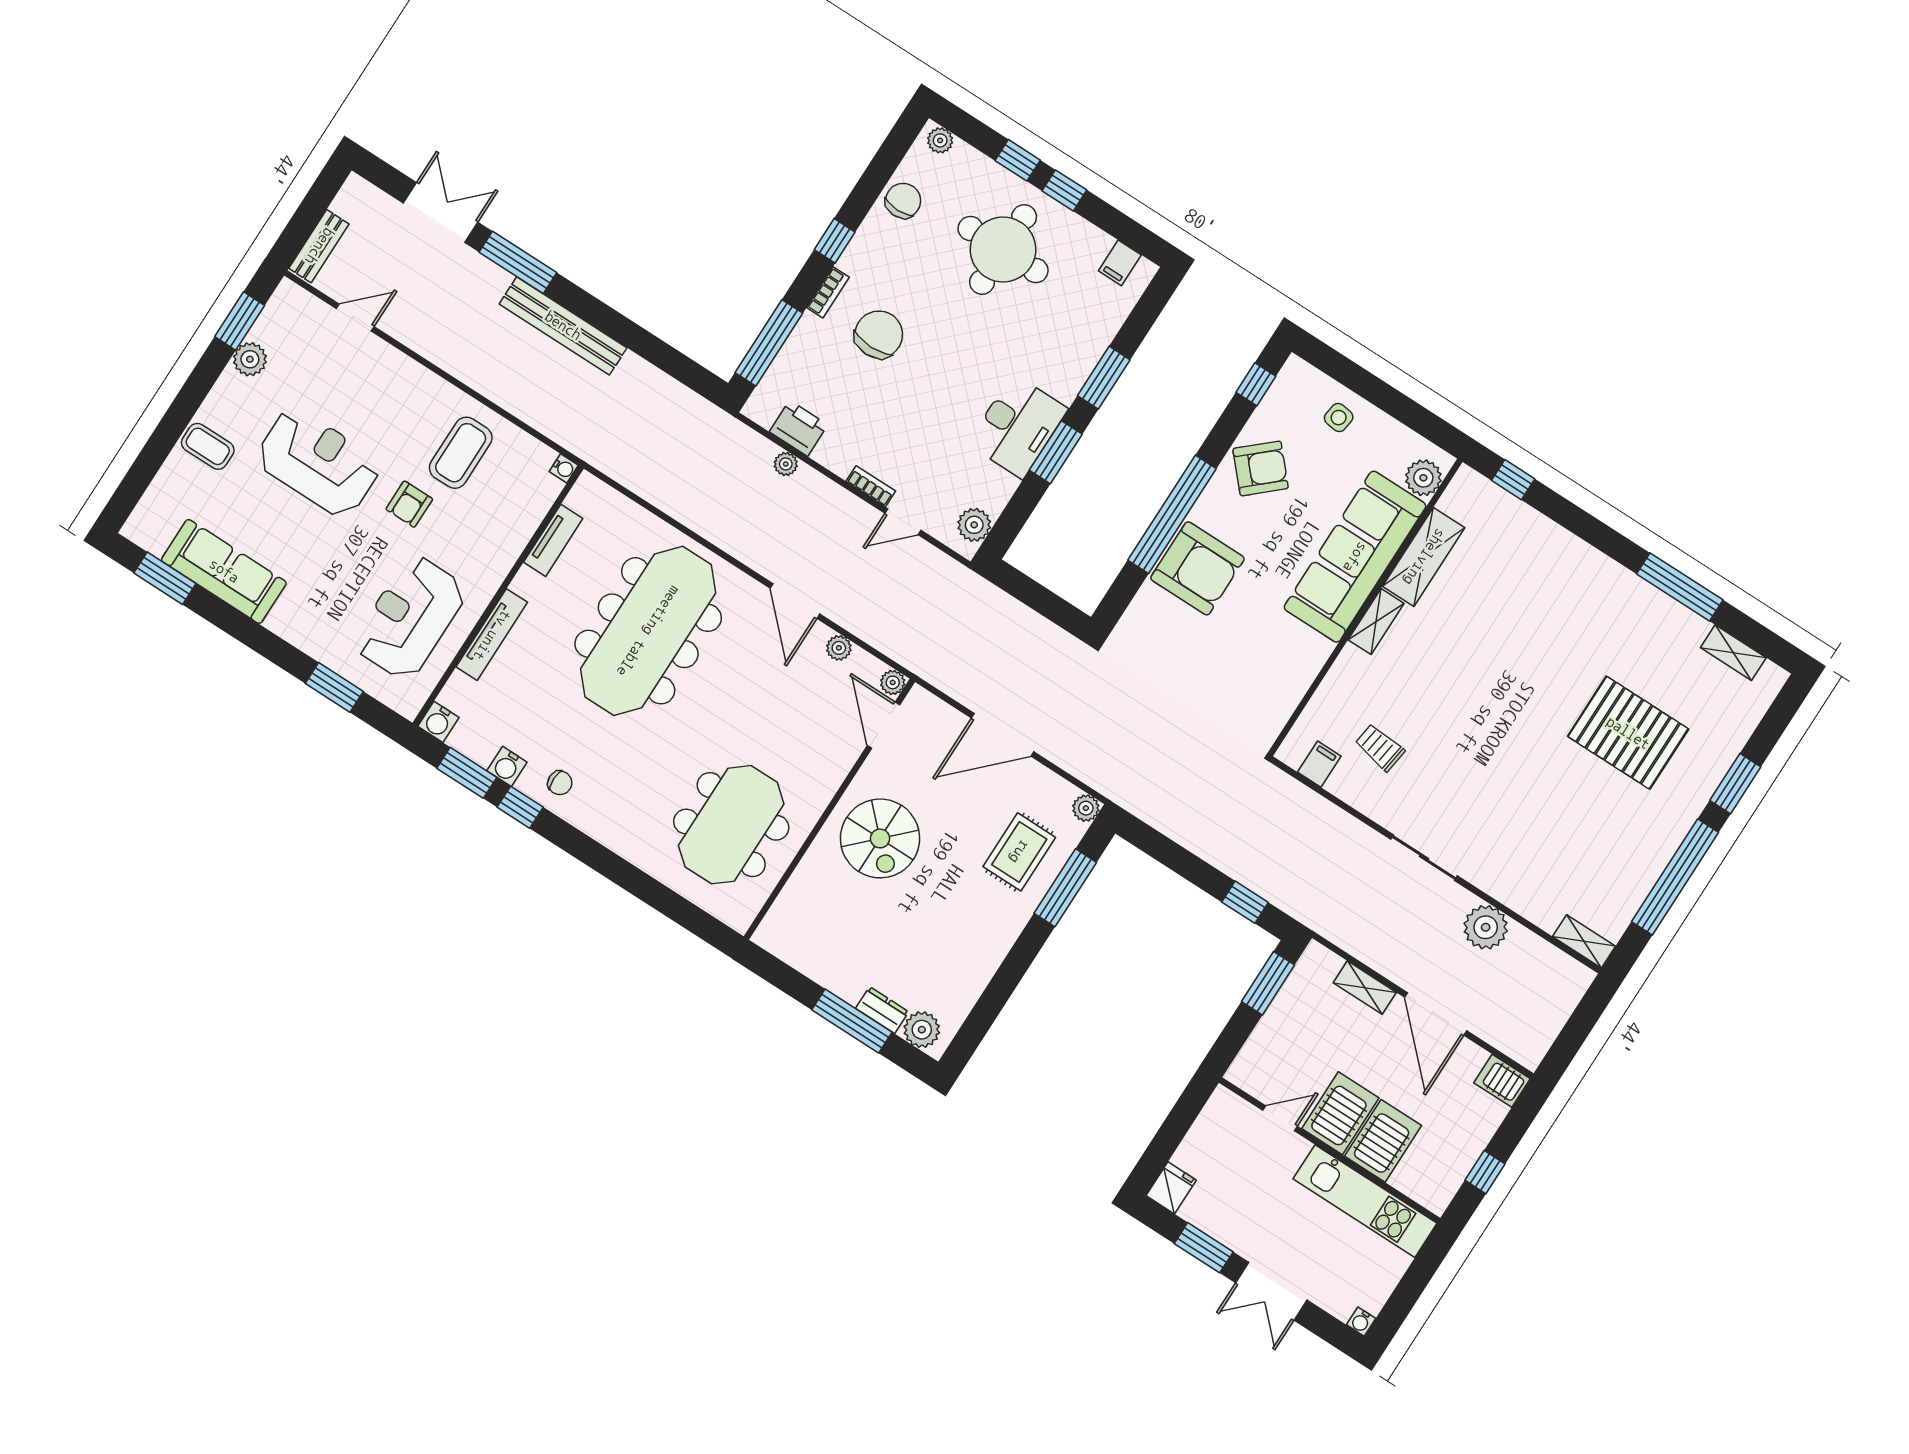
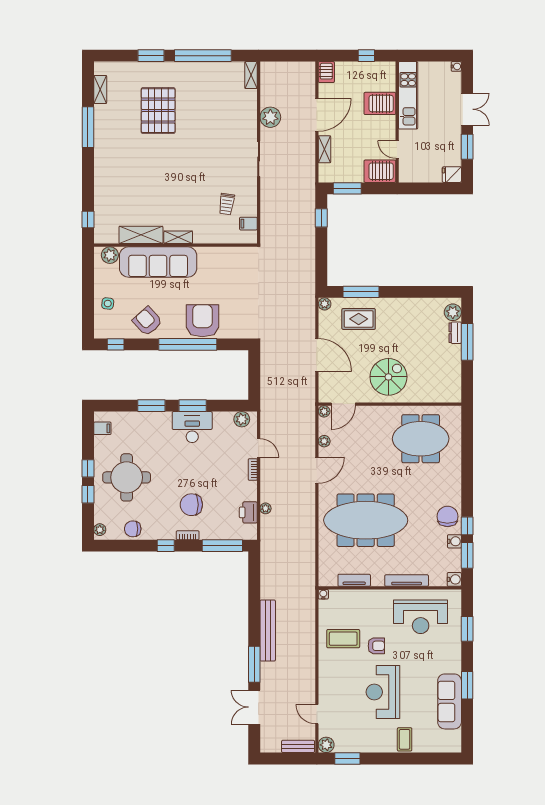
plant: (250, 359) -> (326, 745), moved
window: (165, 578) -> (467, 685), moved
chair: (560, 783) -> (447, 516), width x1.87, depth x1.87
server rack: (1340, 1113) -> (380, 171), moved

